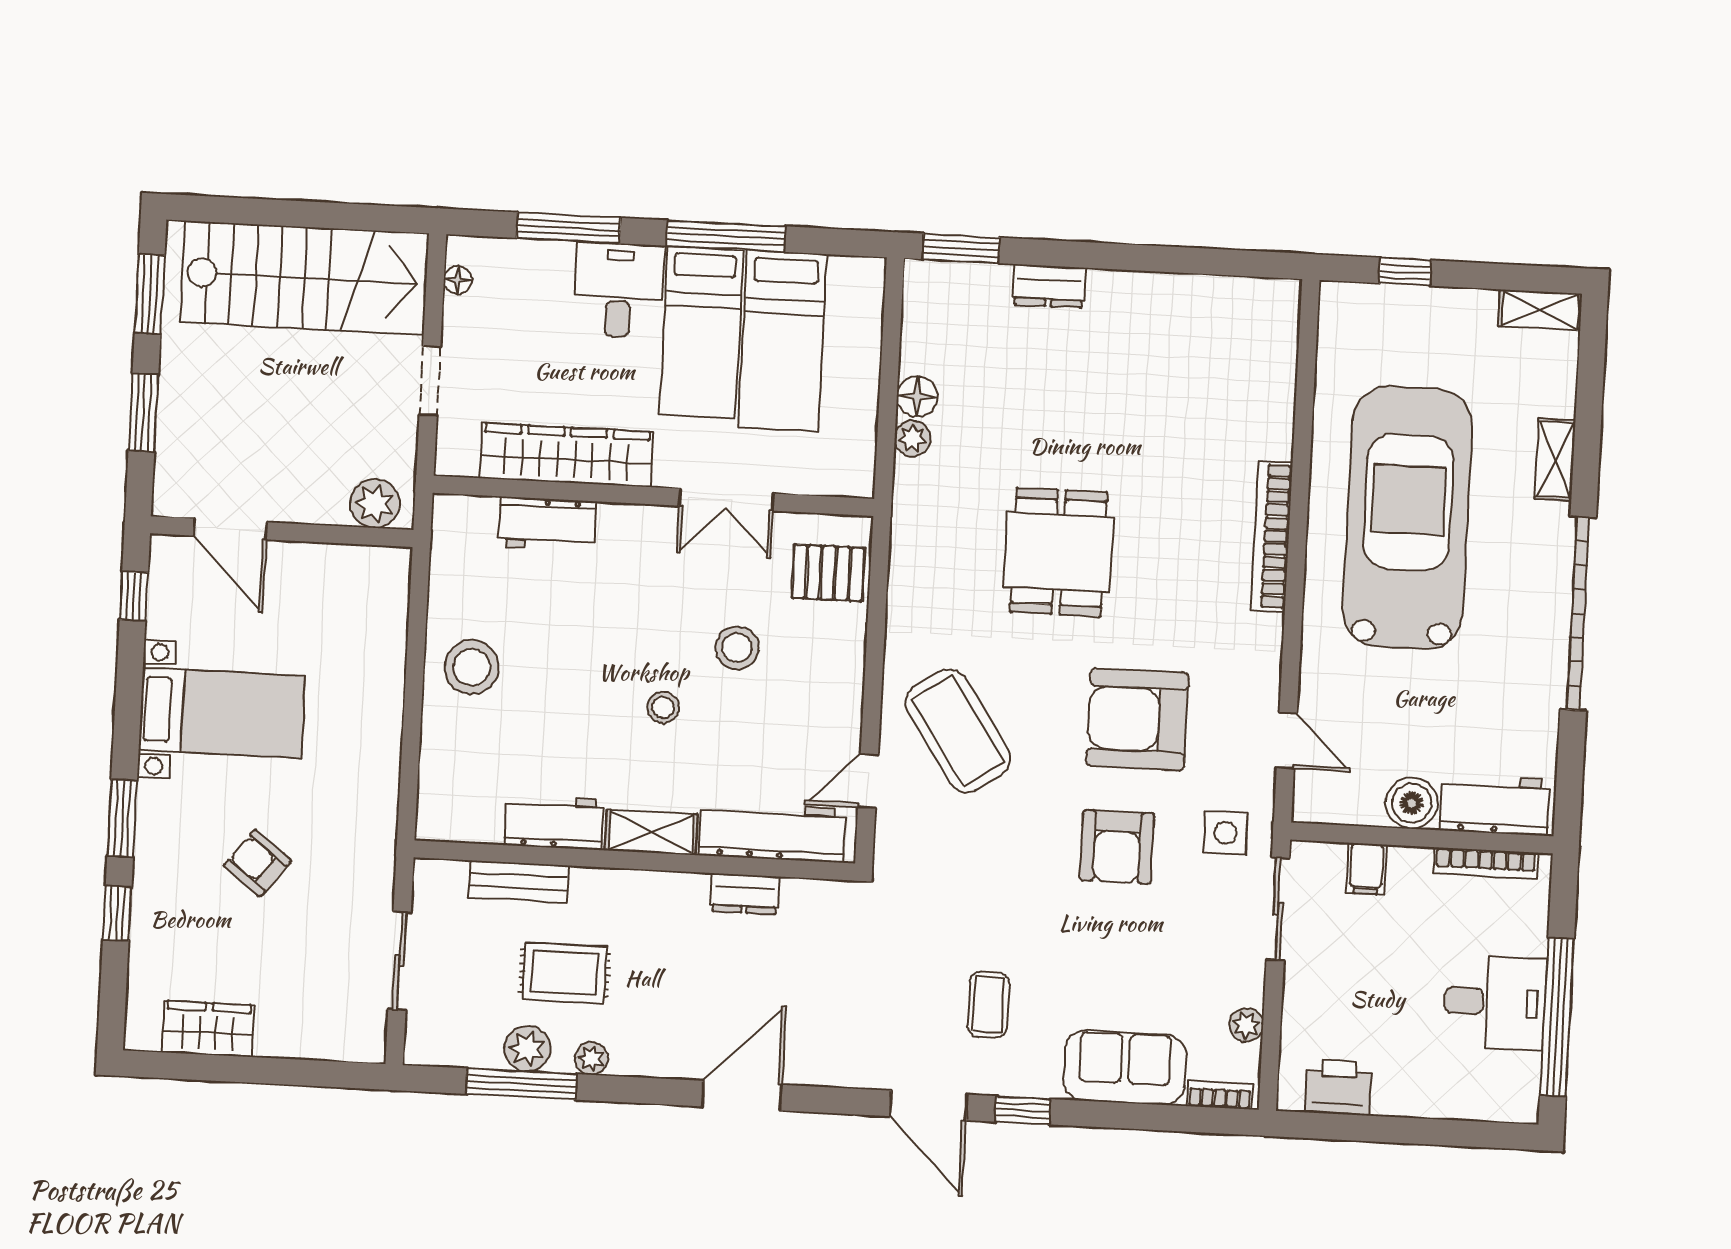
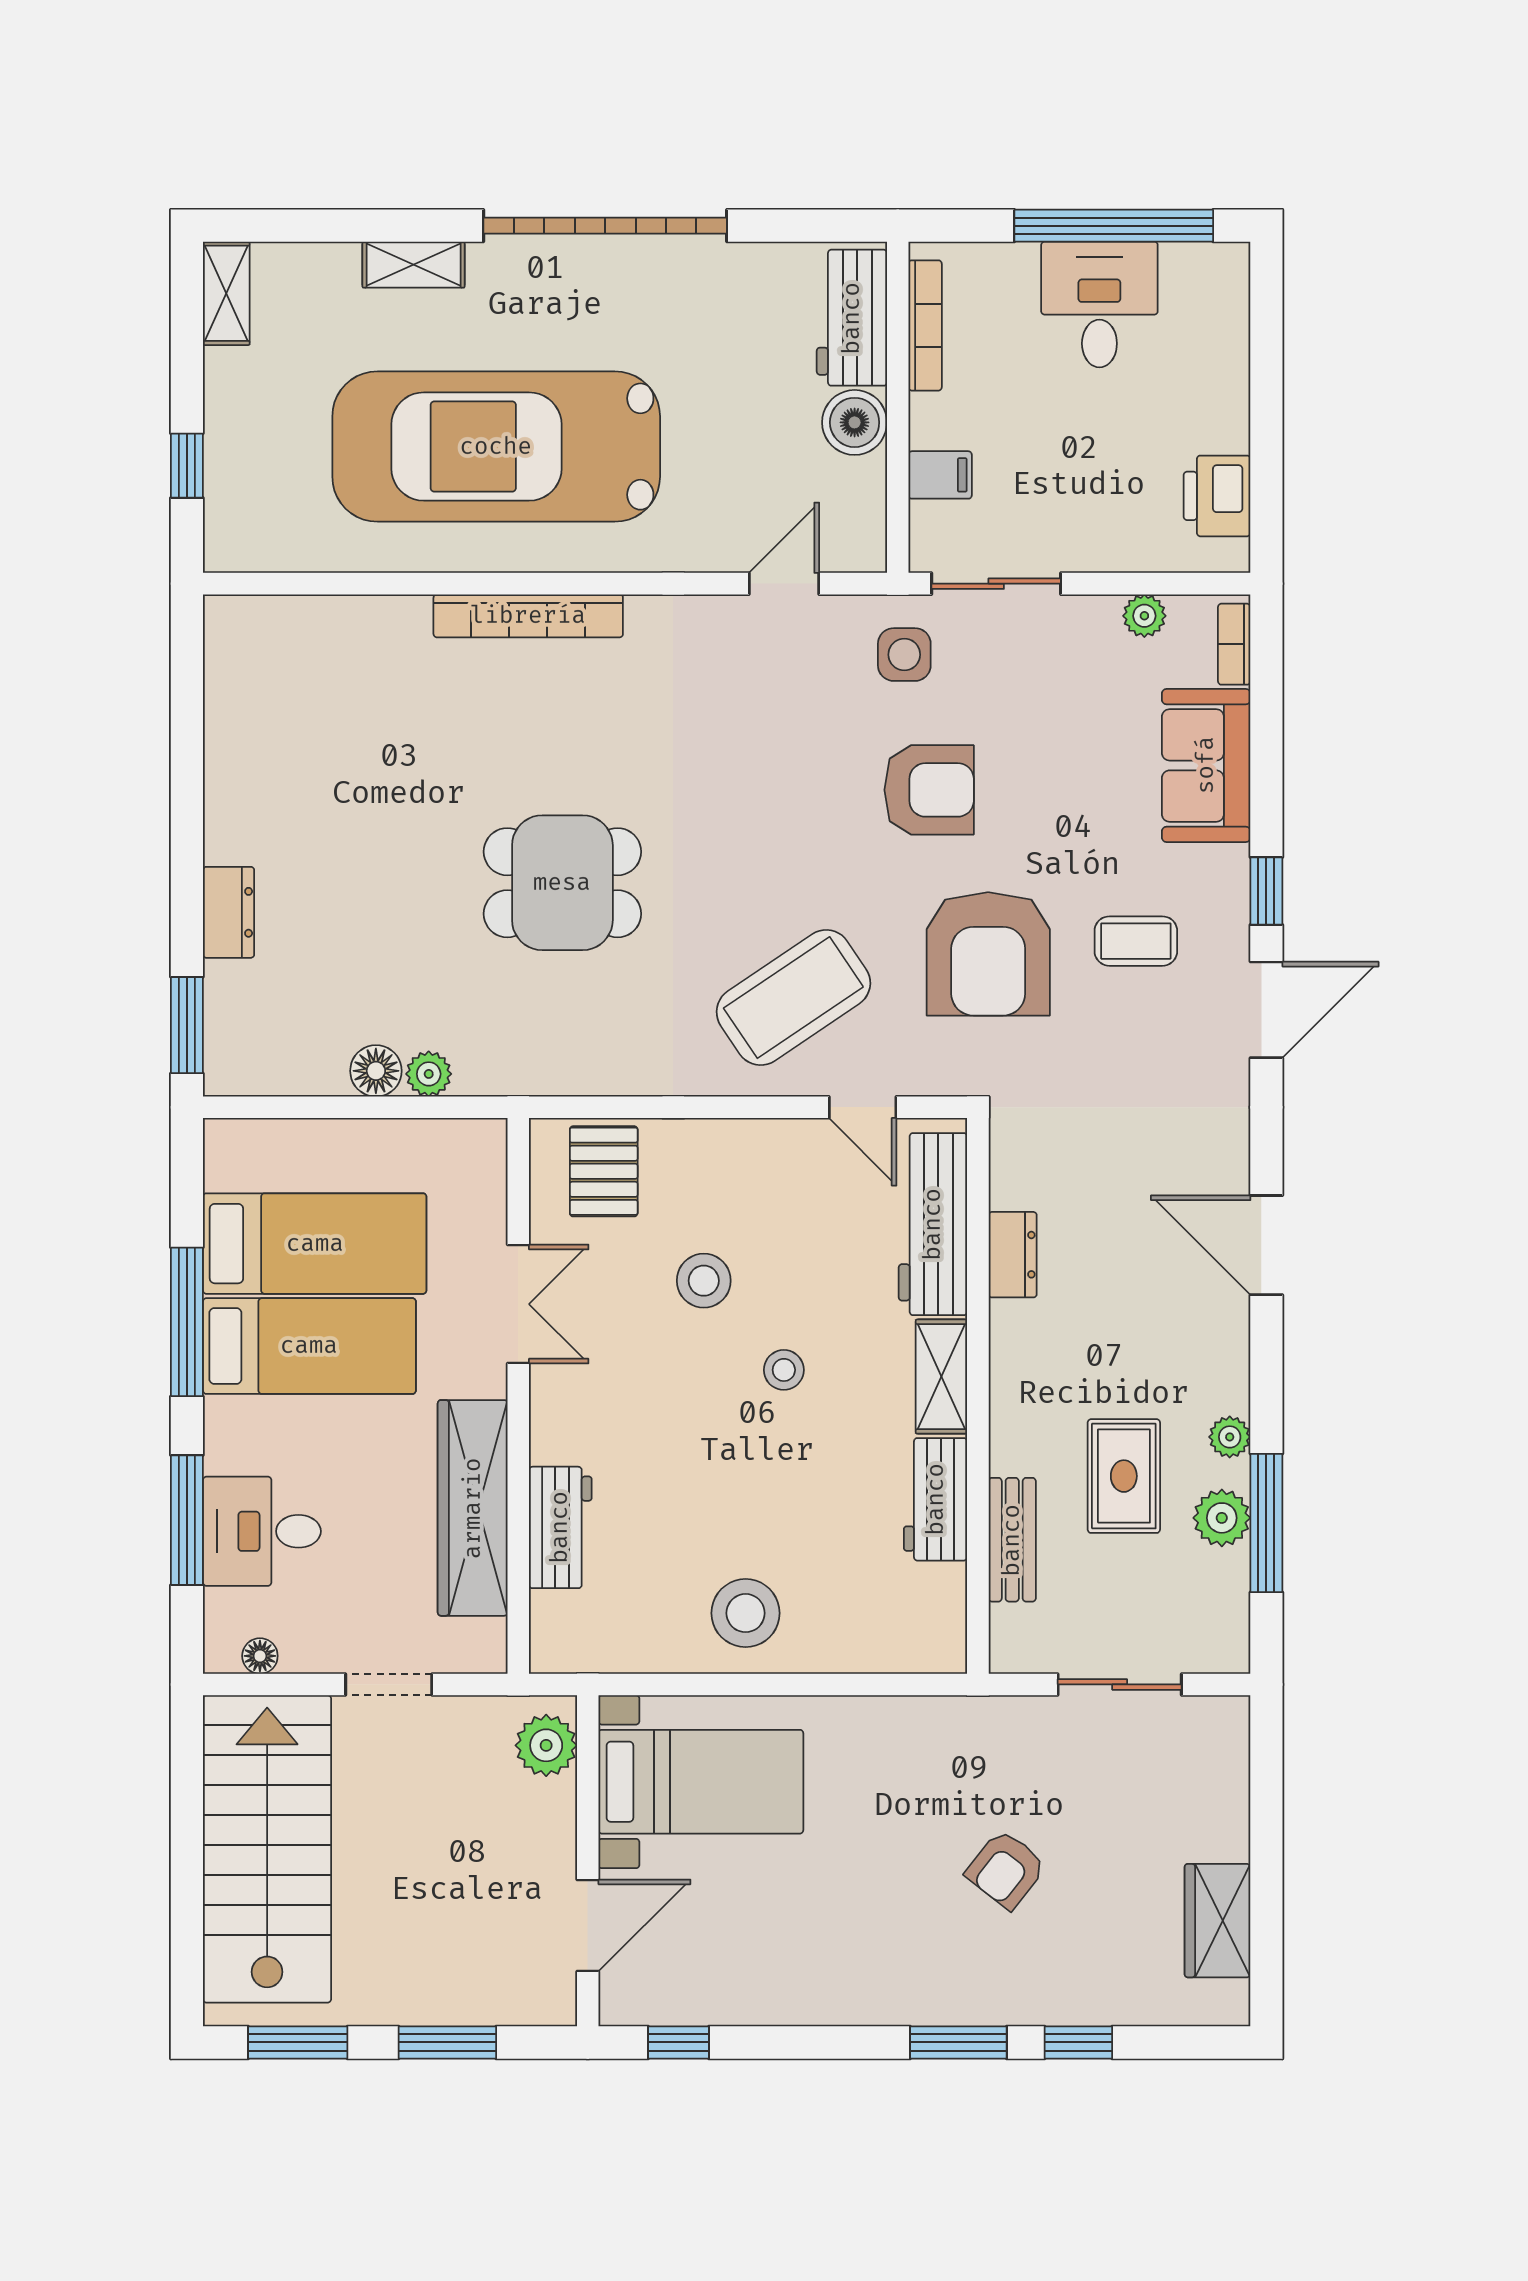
desk: (619, 290) -> (262, 1531), moved
bed with nightstands: (222, 713) -> (701, 1782), moved, turned 90
armchair: (1137, 719) -> (988, 954), moved

